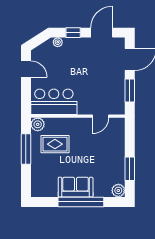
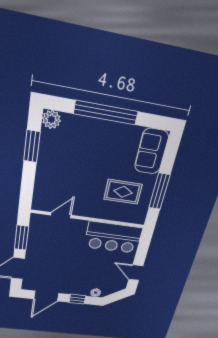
plant: (38, 124) -> (138, 217), removed
sofa: (76, 187) -> (151, 151), moved, turned 90

